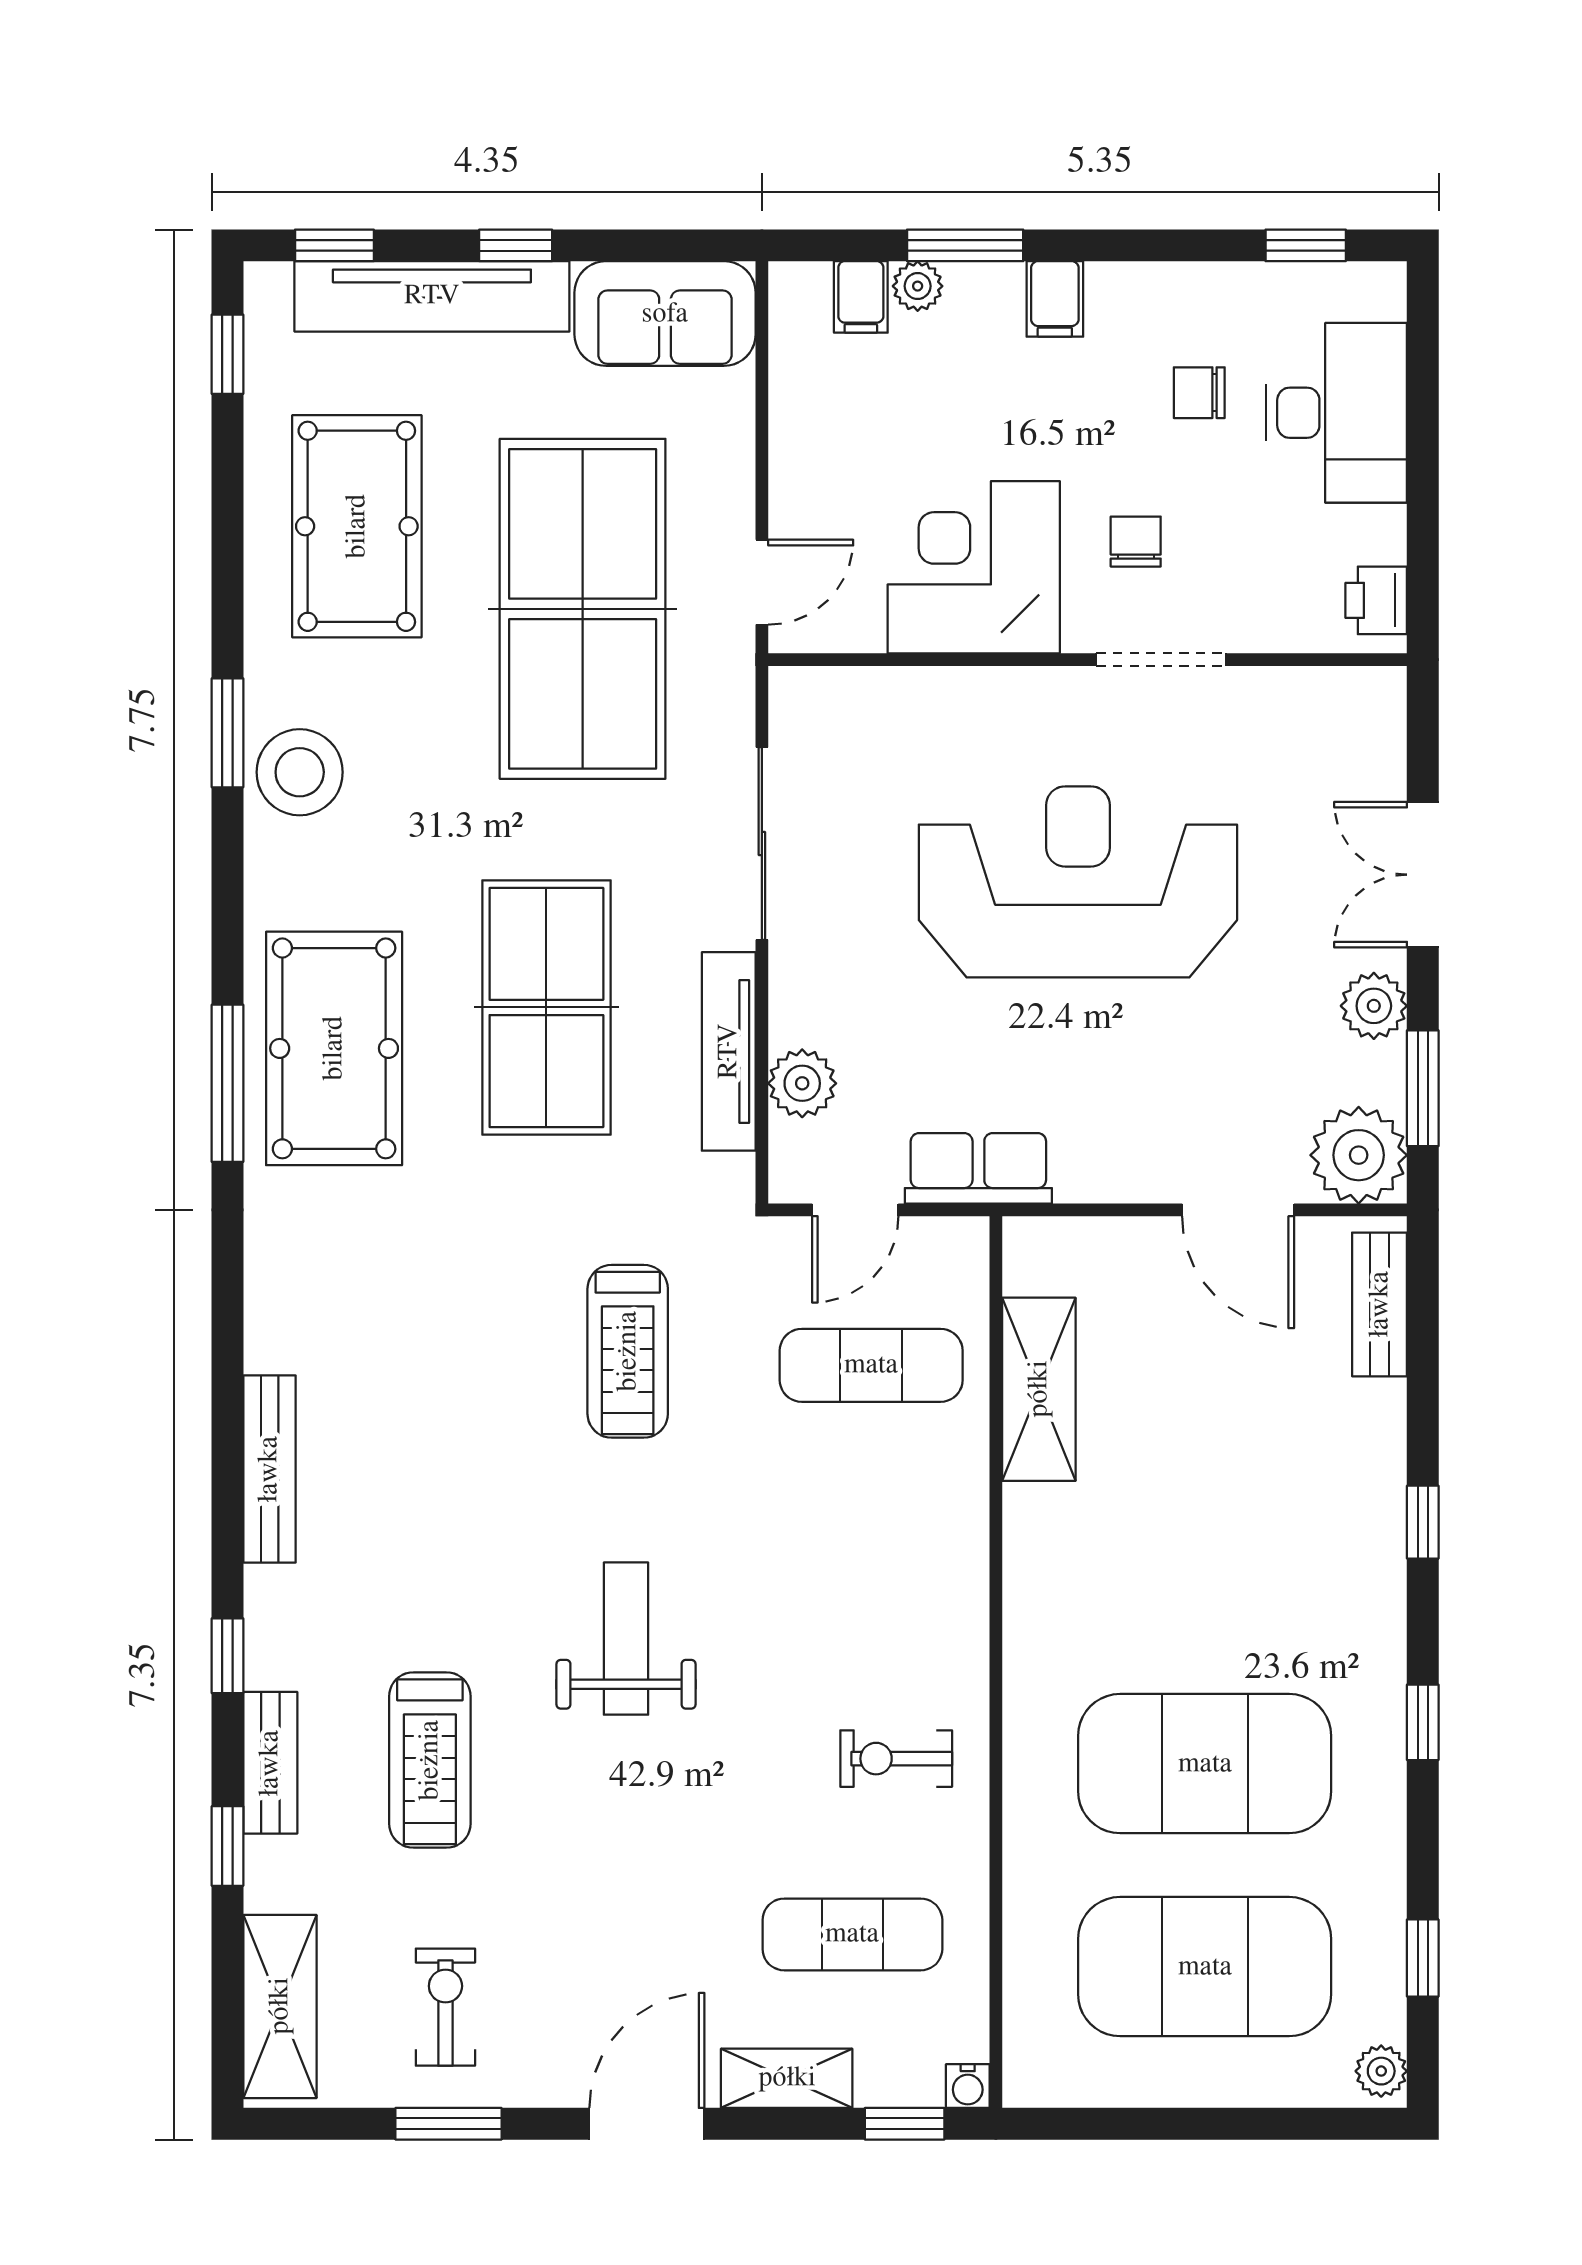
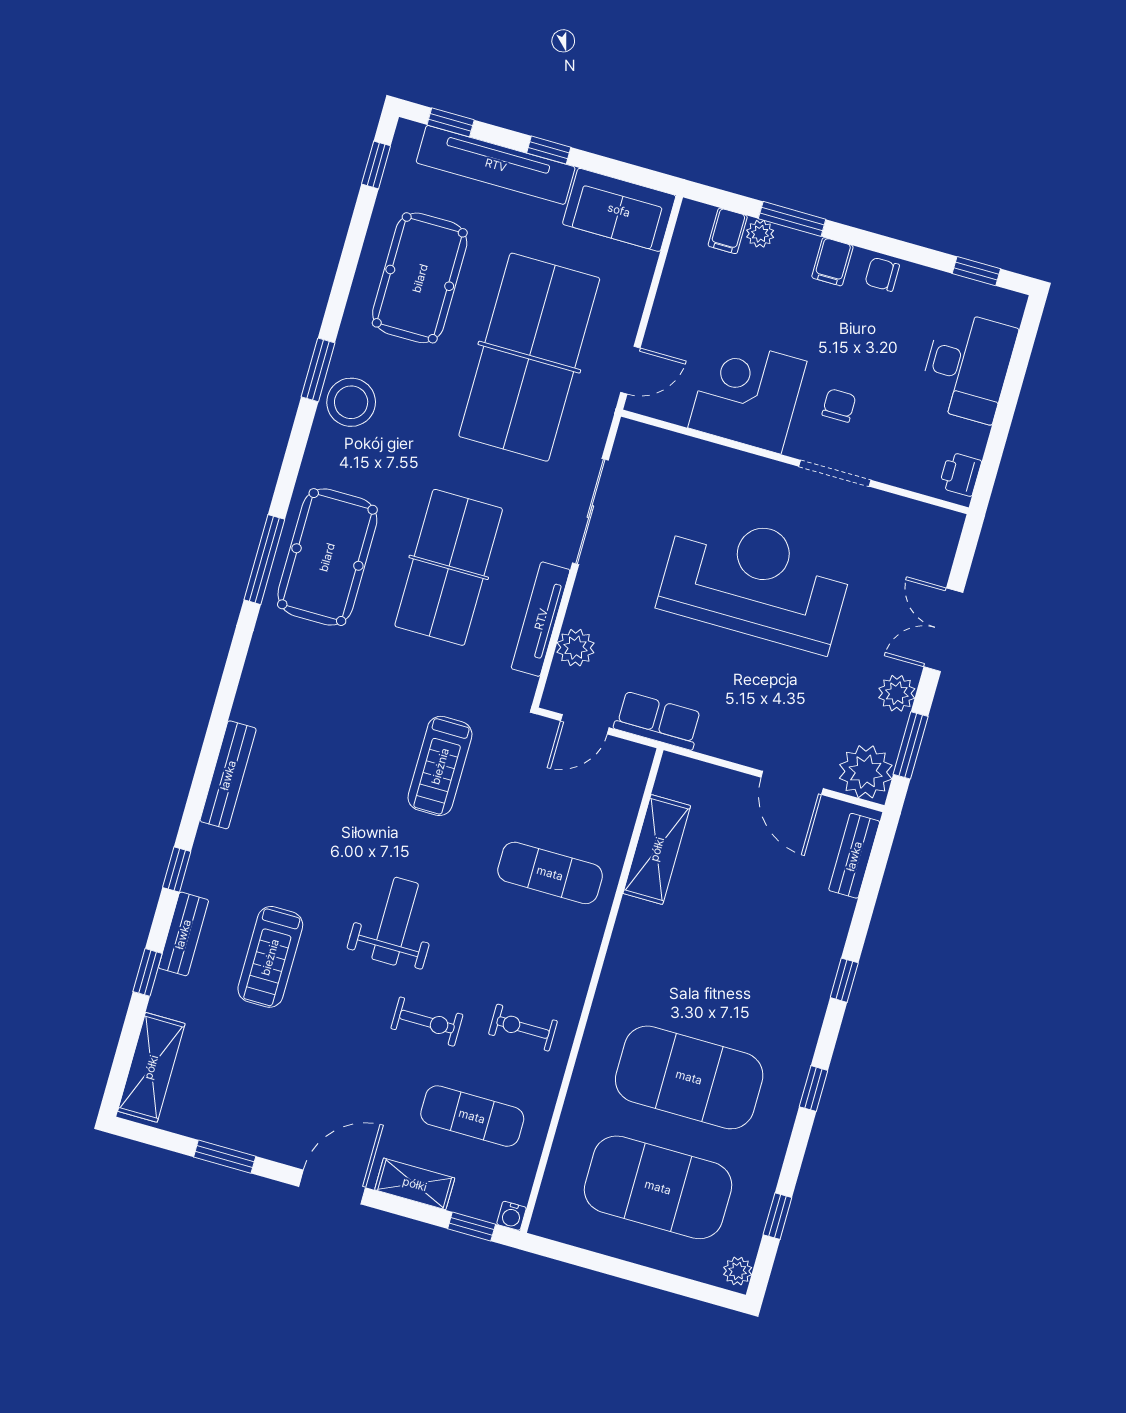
chair: (1199, 393) -> (882, 274), moved
exercise mat: (871, 1365) -> (550, 873), moved
exercise bike: (445, 2007) -> (427, 1022), moved, turned 90

